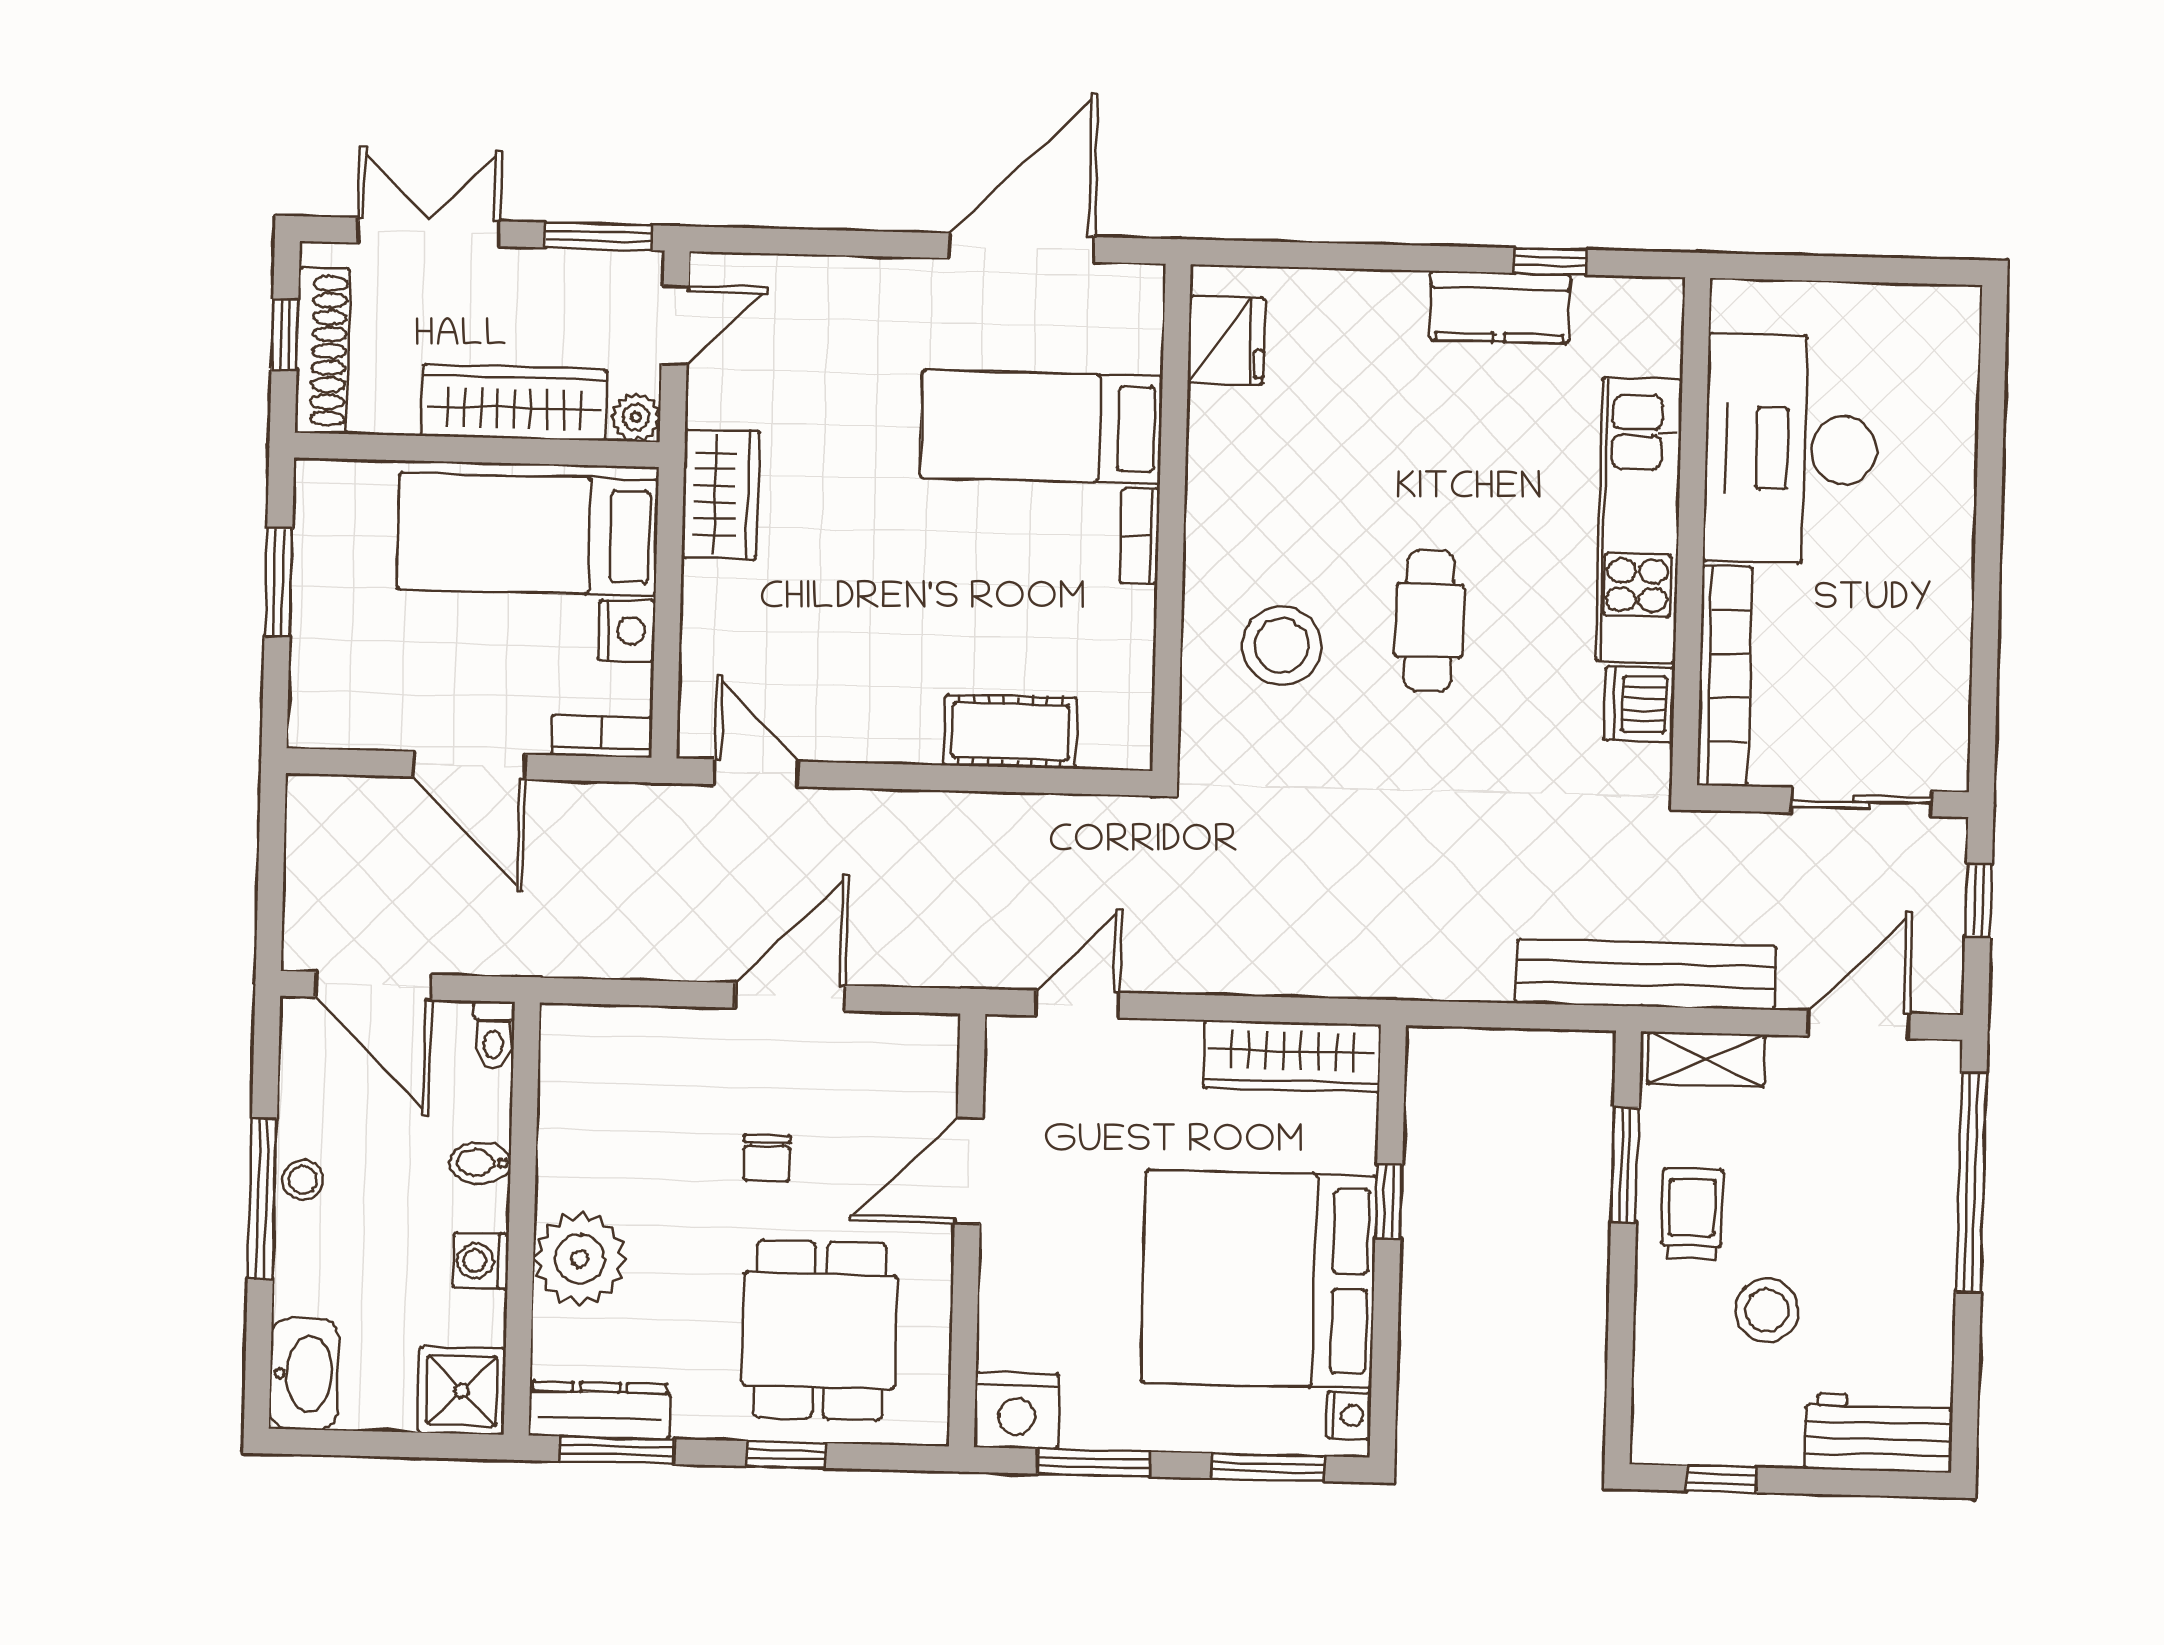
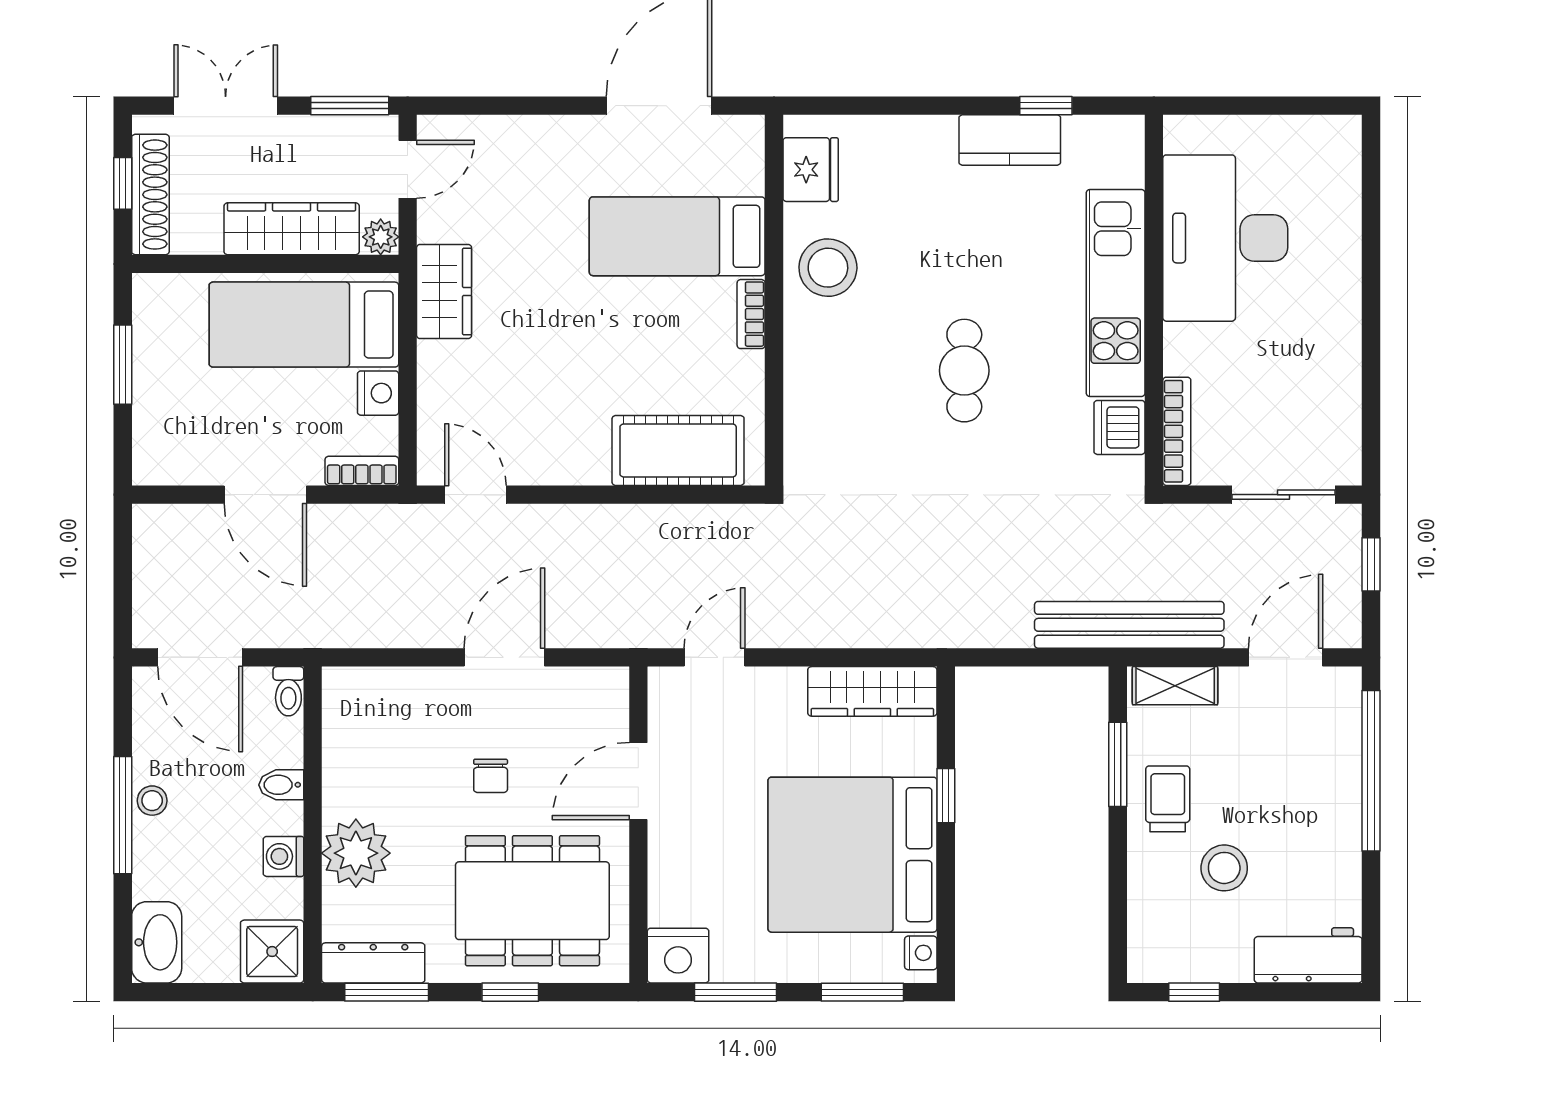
stool: (1282, 646) -> (828, 268), moved
bookcase: (1725, 676) -> (1177, 431), width x0.68, depth x0.76
cot: (1010, 731) -> (678, 450), width x1.37, depth x1.34
dining table: (820, 1330) -> (532, 901), width x1.38

